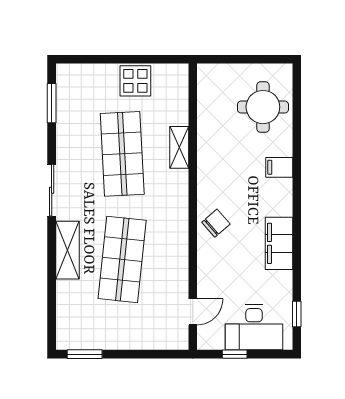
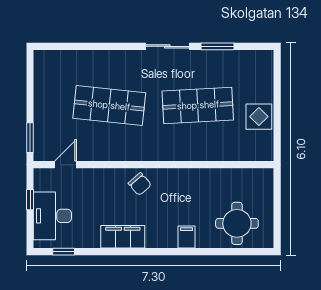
window: (52, 103) -> (217, 46), moved
shelving: (179, 147) -> (203, 153), removed
shelving: (67, 250) -> (117, 60), removed
door: (193, 312) -> (65, 165), swing flipped
window: (85, 354) -> (30, 138), moved

